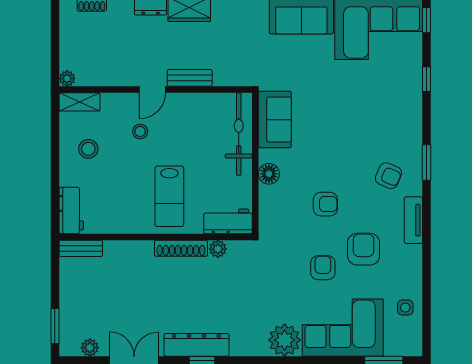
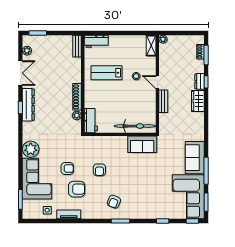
stool: (88, 149) -> (127, 50), removed
floor lamp: (269, 174) -> (115, 141), removed
lab bench: (169, 196) -> (107, 73), moved
tv unit: (413, 220) -> (69, 214), moved

